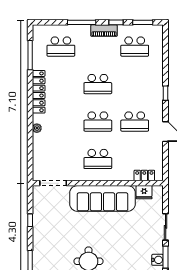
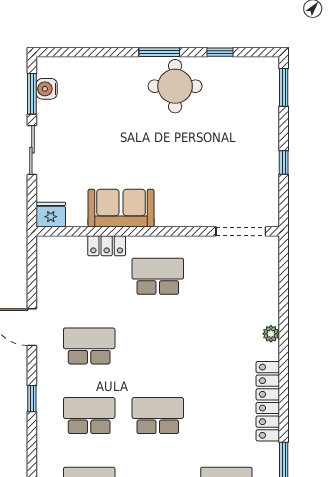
school desk: (98, 122) -> (89, 416), moved
locker: (144, 175) -> (107, 246), moved
fridge: (144, 192) -> (51, 215), moved
sofa: (103, 198) -> (121, 208), width x0.54, depth x0.79

